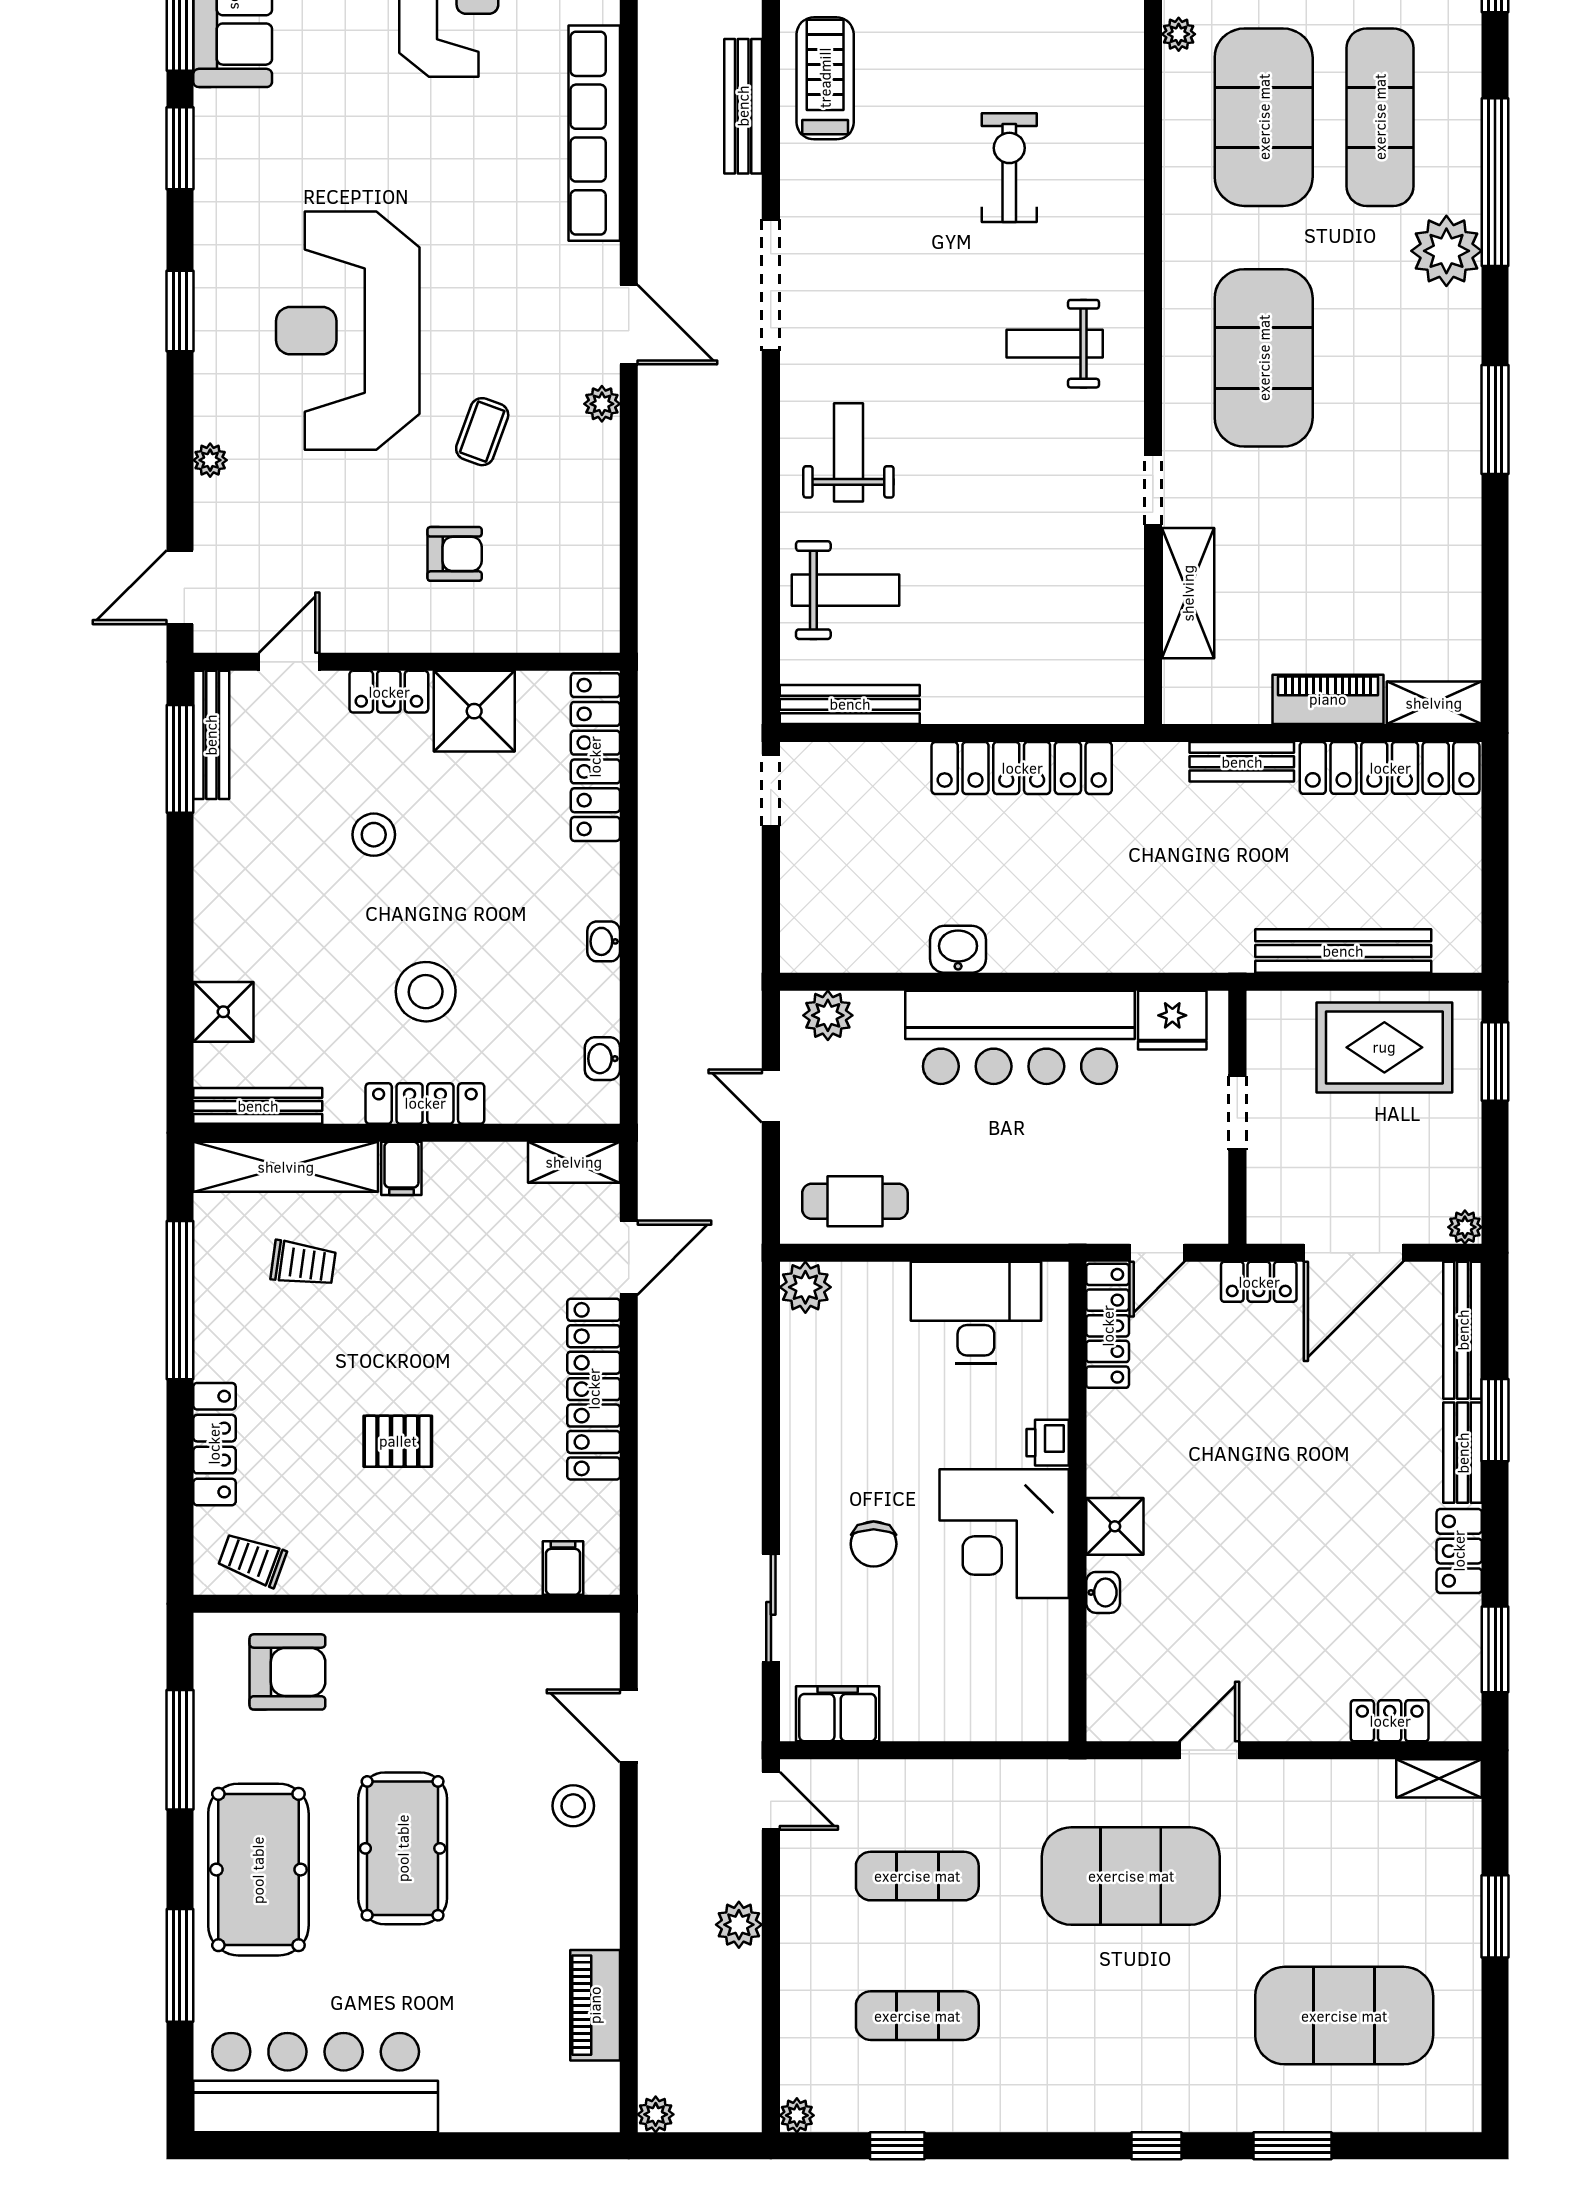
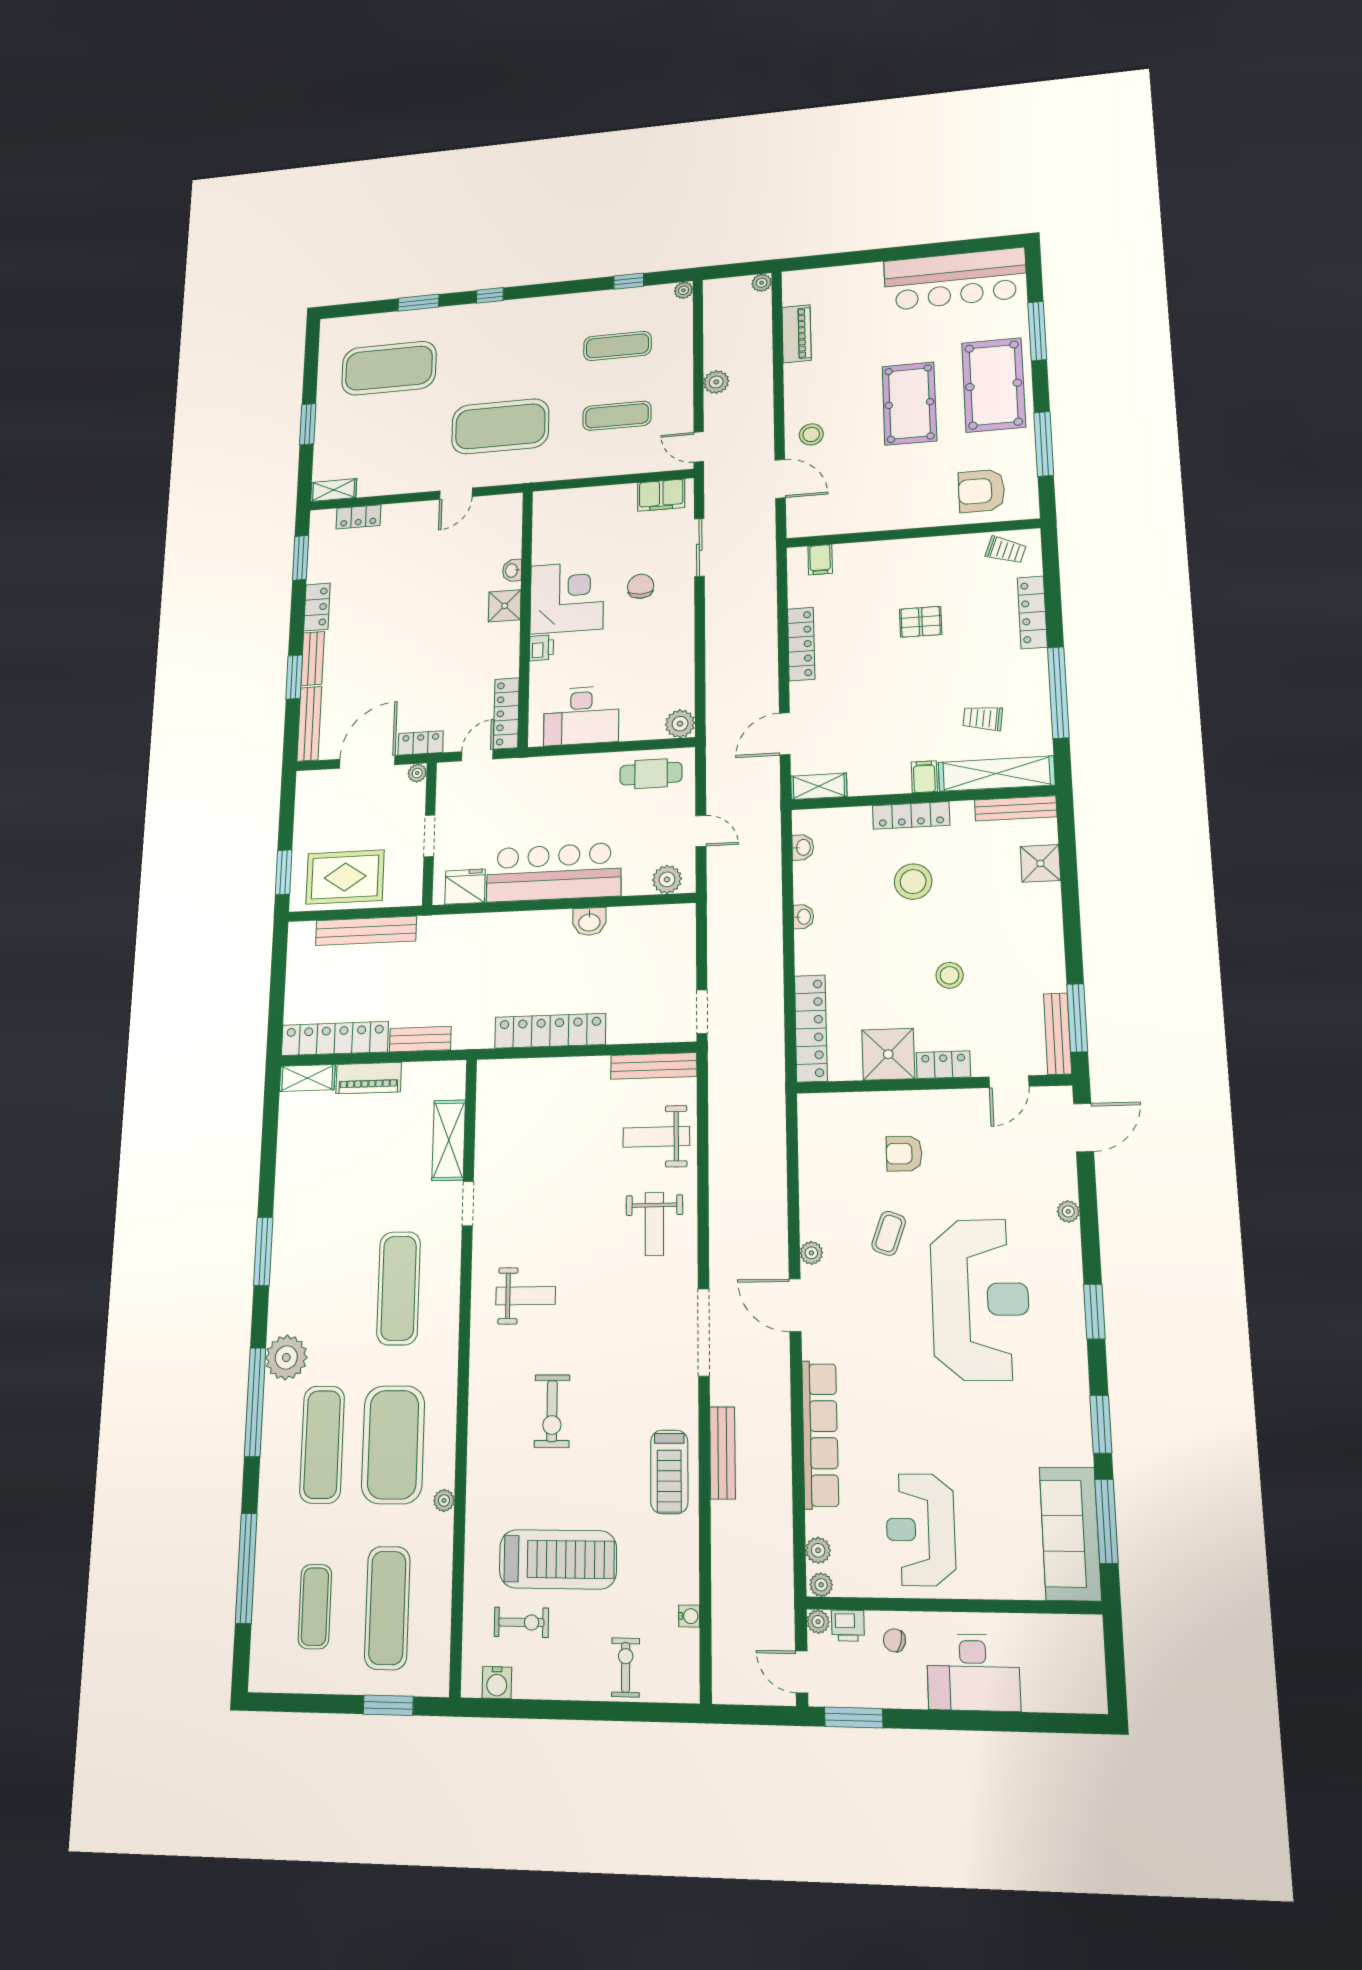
exercise mat: (1264, 358) -> (399, 1288), width x0.68
plant: (1465, 1227) -> (417, 773), moved
locker: (594, 1389) -> (801, 644), width x0.71, depth x0.83

